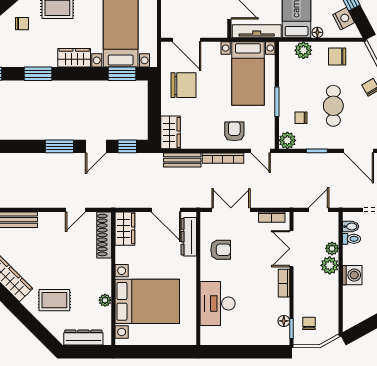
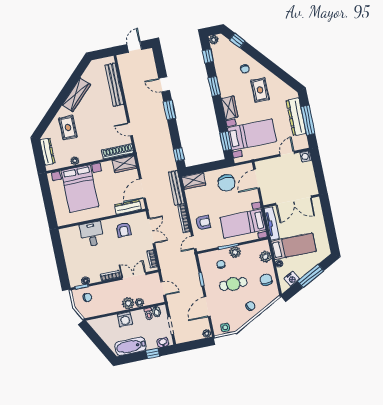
plant: (287, 140) -> (235, 252), moved
door: (96, 146) -> (164, 84), moved
bench: (182, 160) -> (176, 188), width x1.36
desk: (218, 304) -> (92, 234), width x0.73

